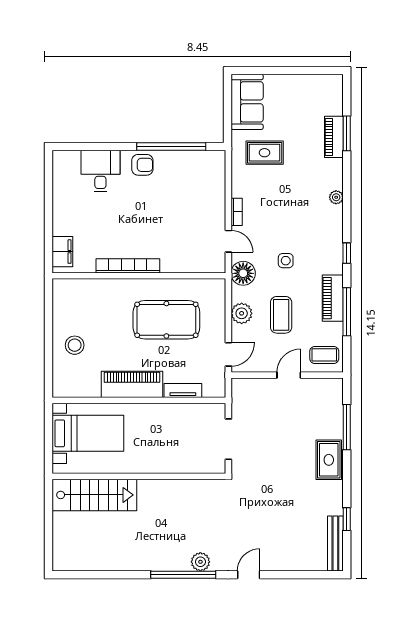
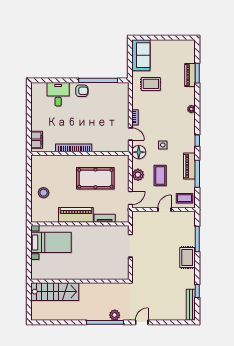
wall: (139, 476) -> (80, 281), moved
stairs: (94, 495) -> (55, 292), moved

